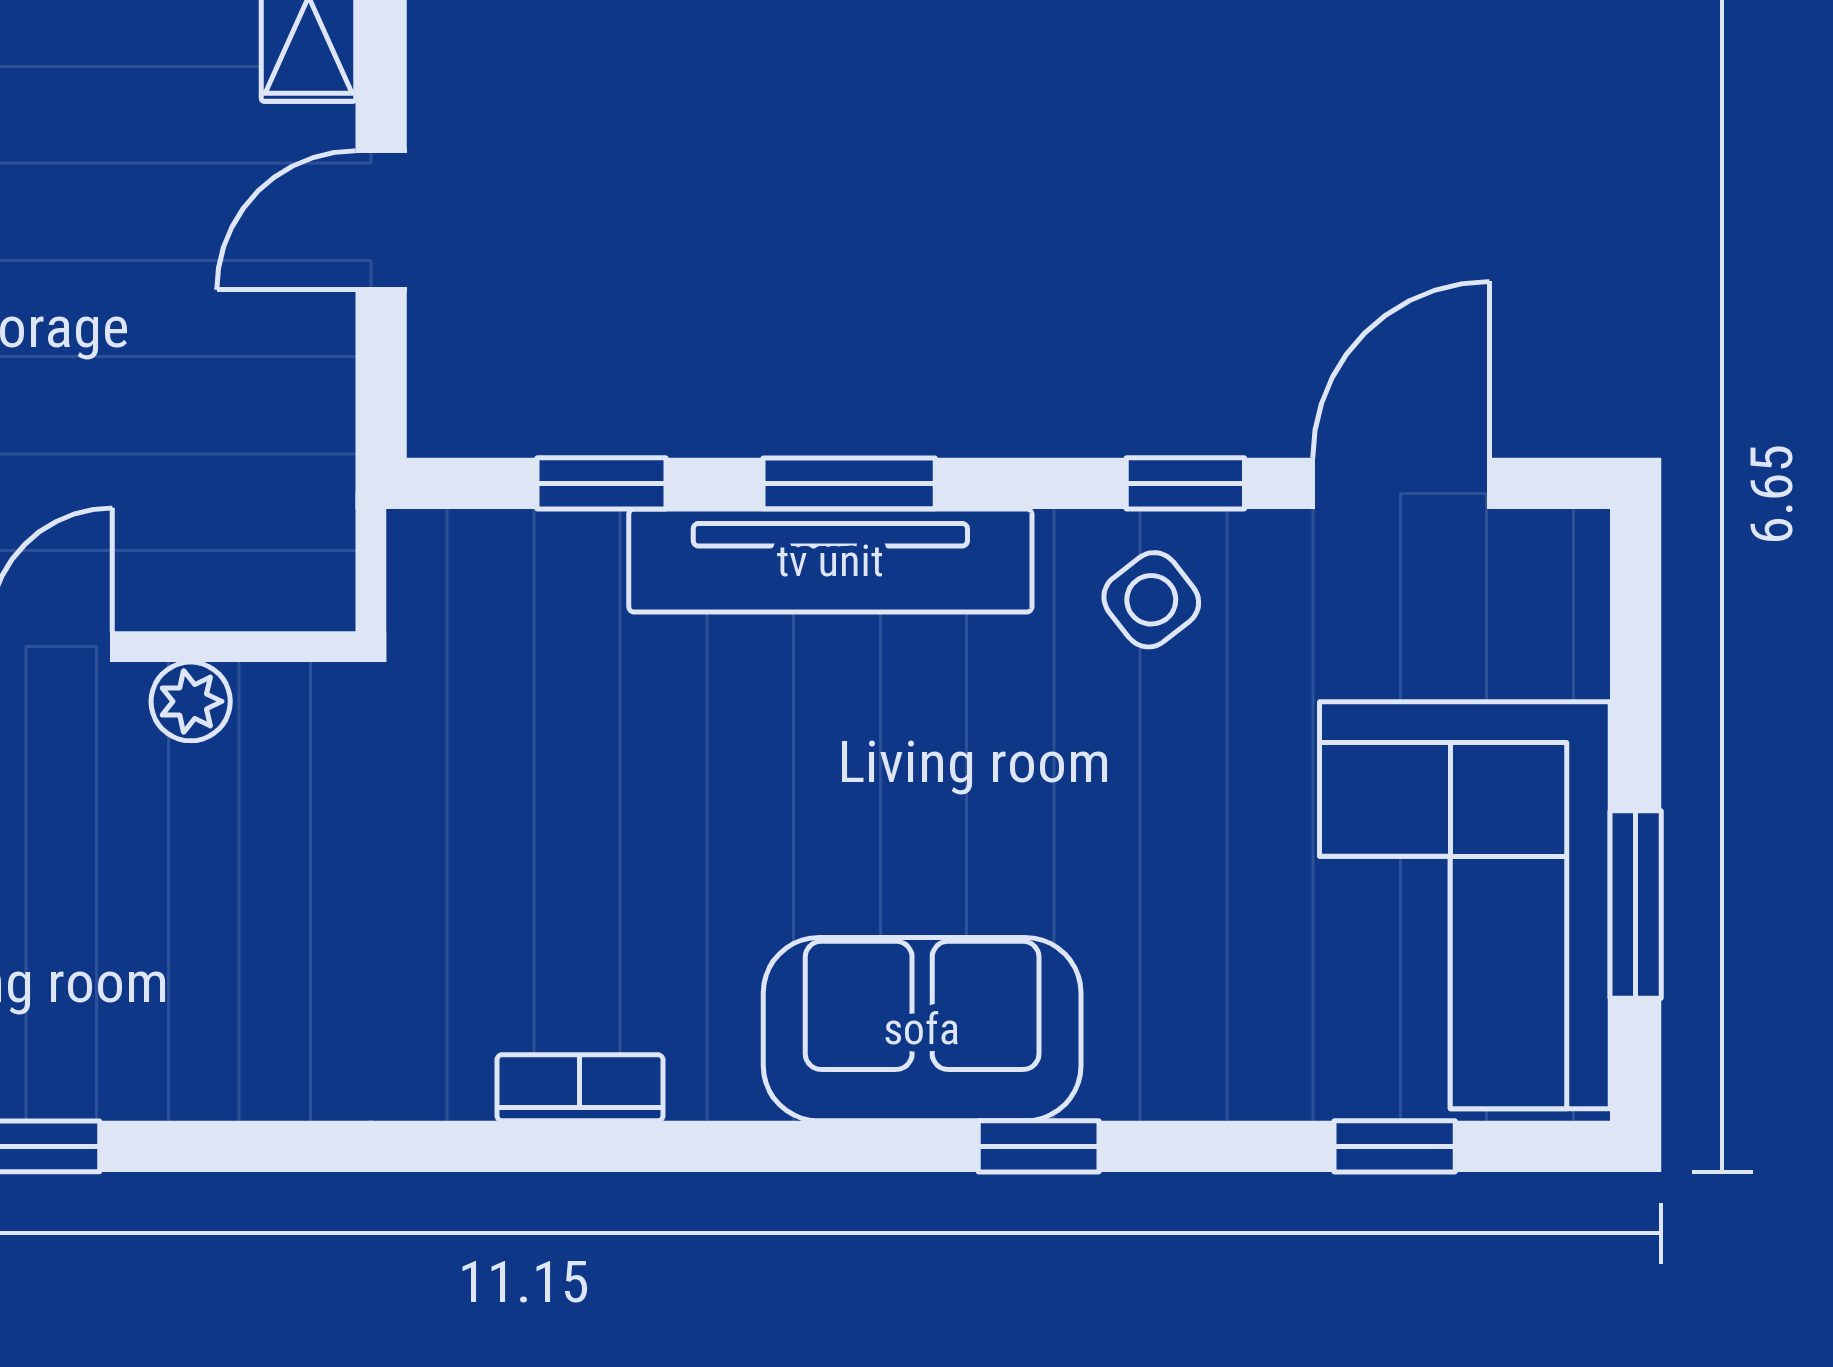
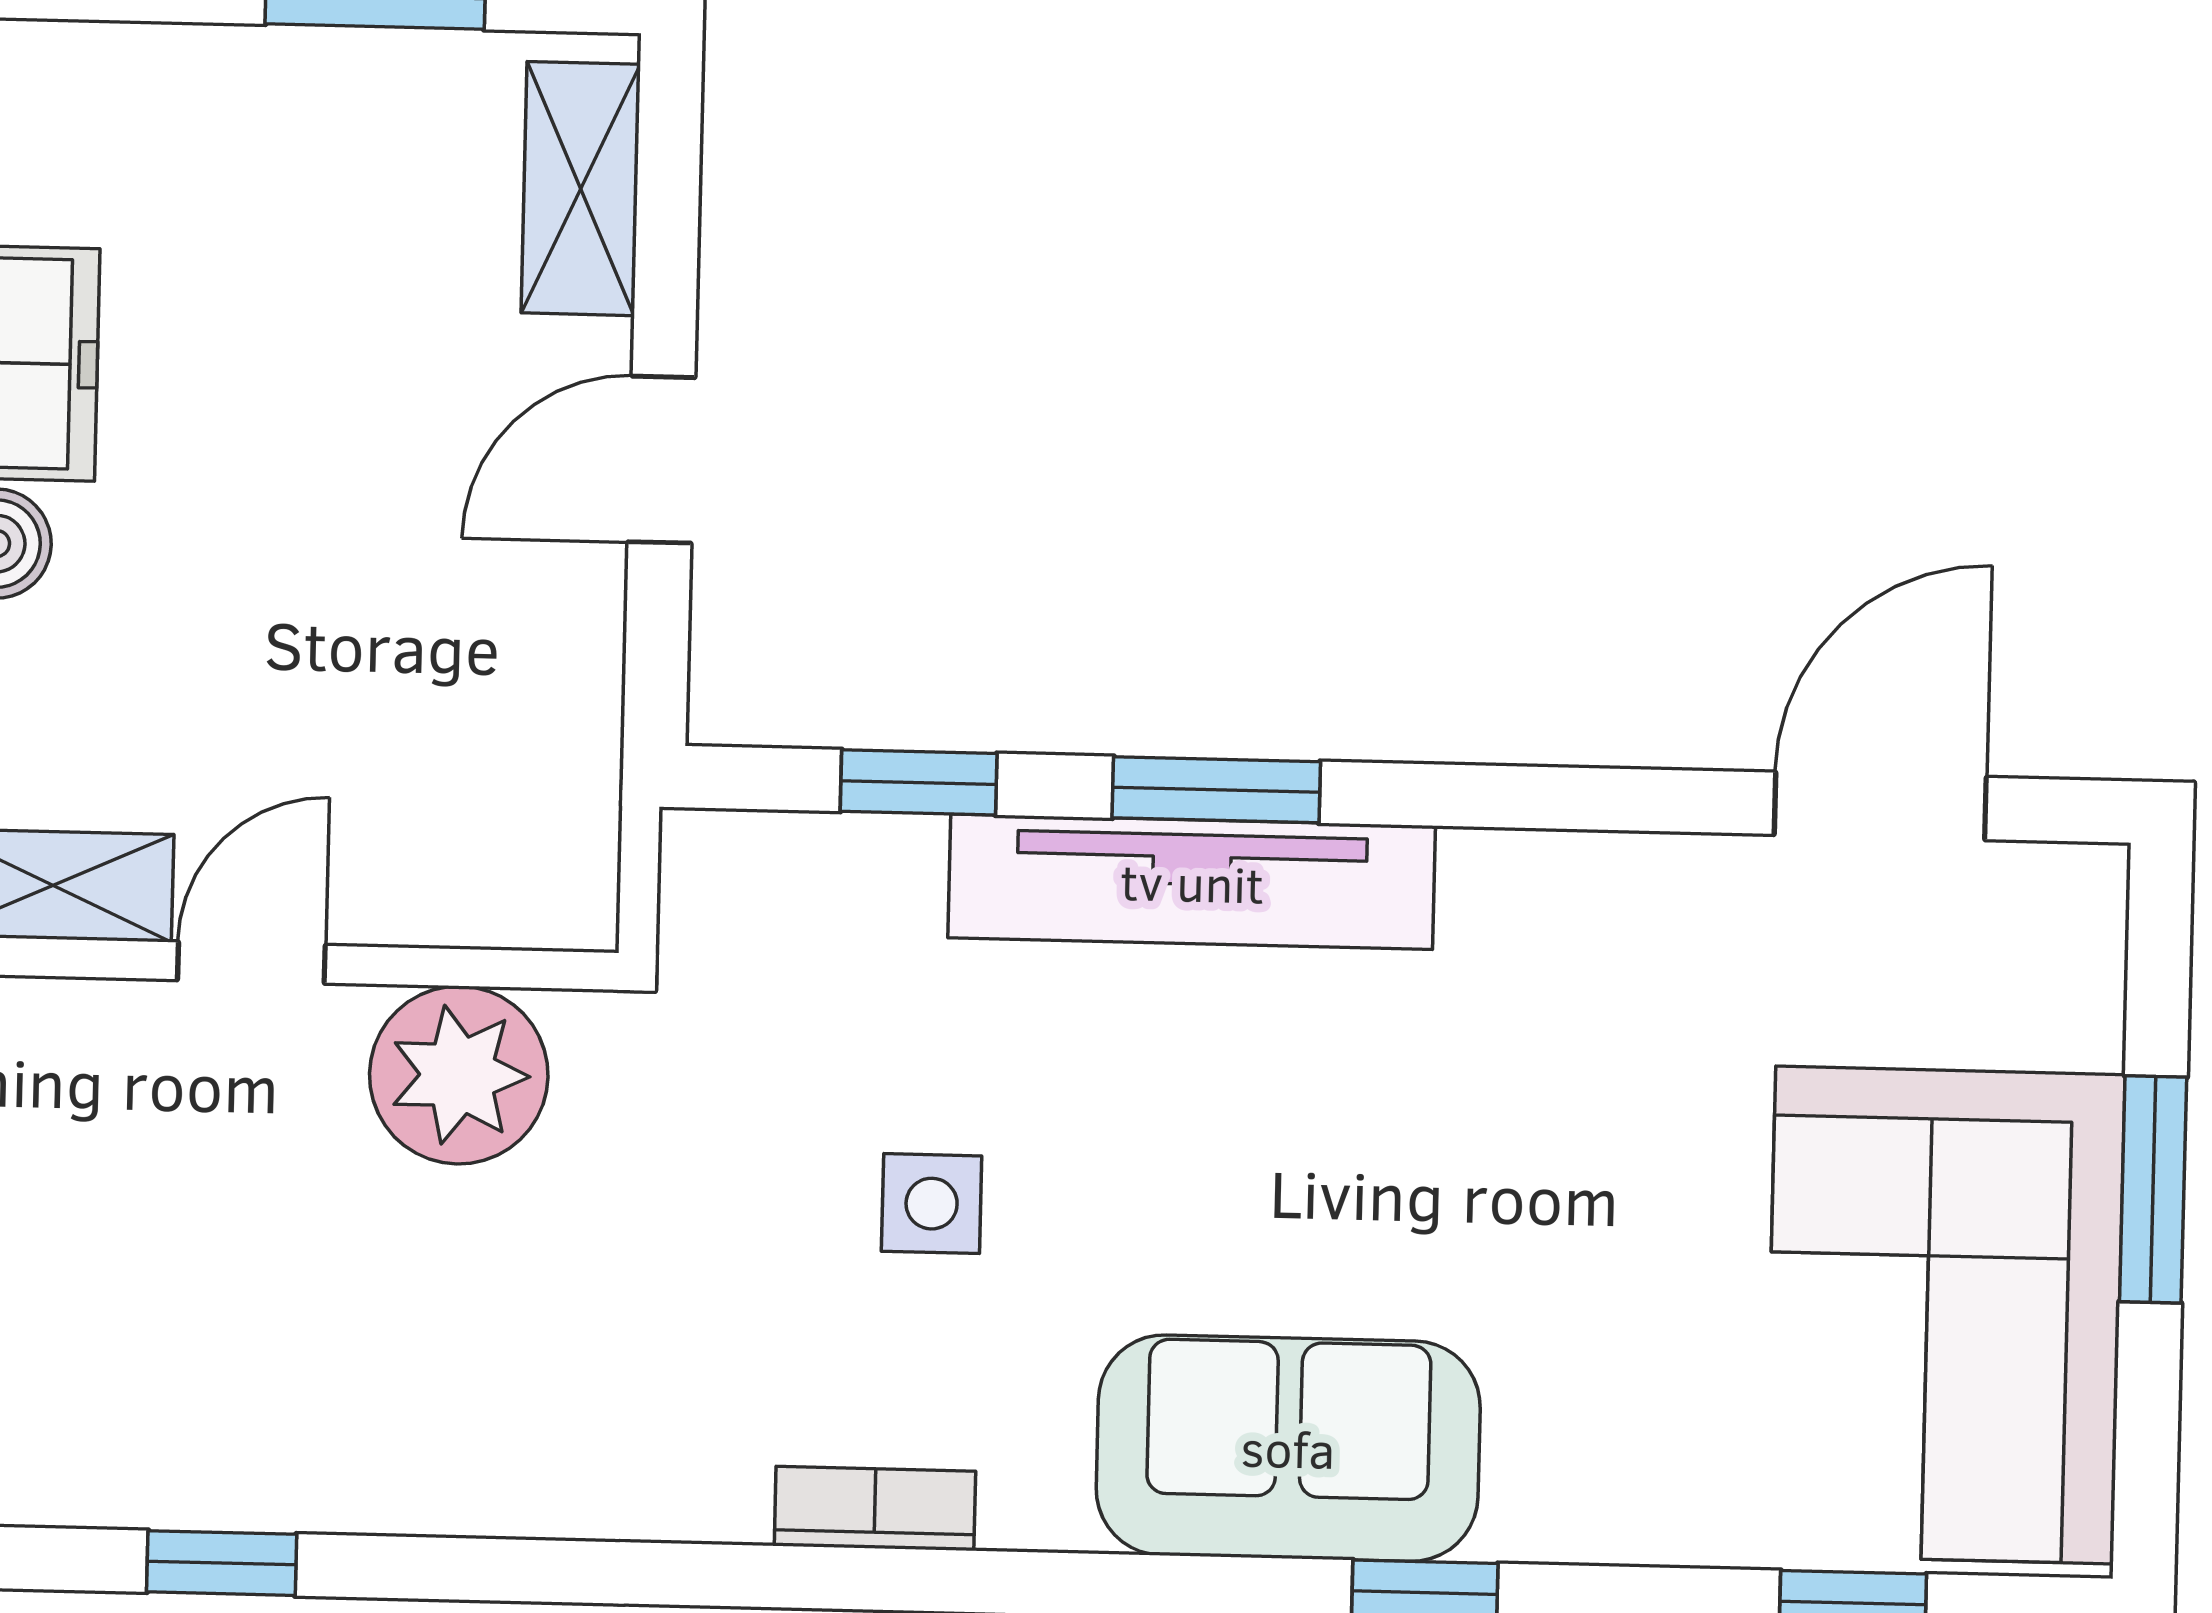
window: (1185, 483) -> (1621, 800), removed
side table: (1151, 600) -> (932, 1204), moved, turned 38
plant: (191, 701) -> (459, 1075), width x1.88, depth x1.88
window: (1636, 905) -> (2153, 1189), moved

